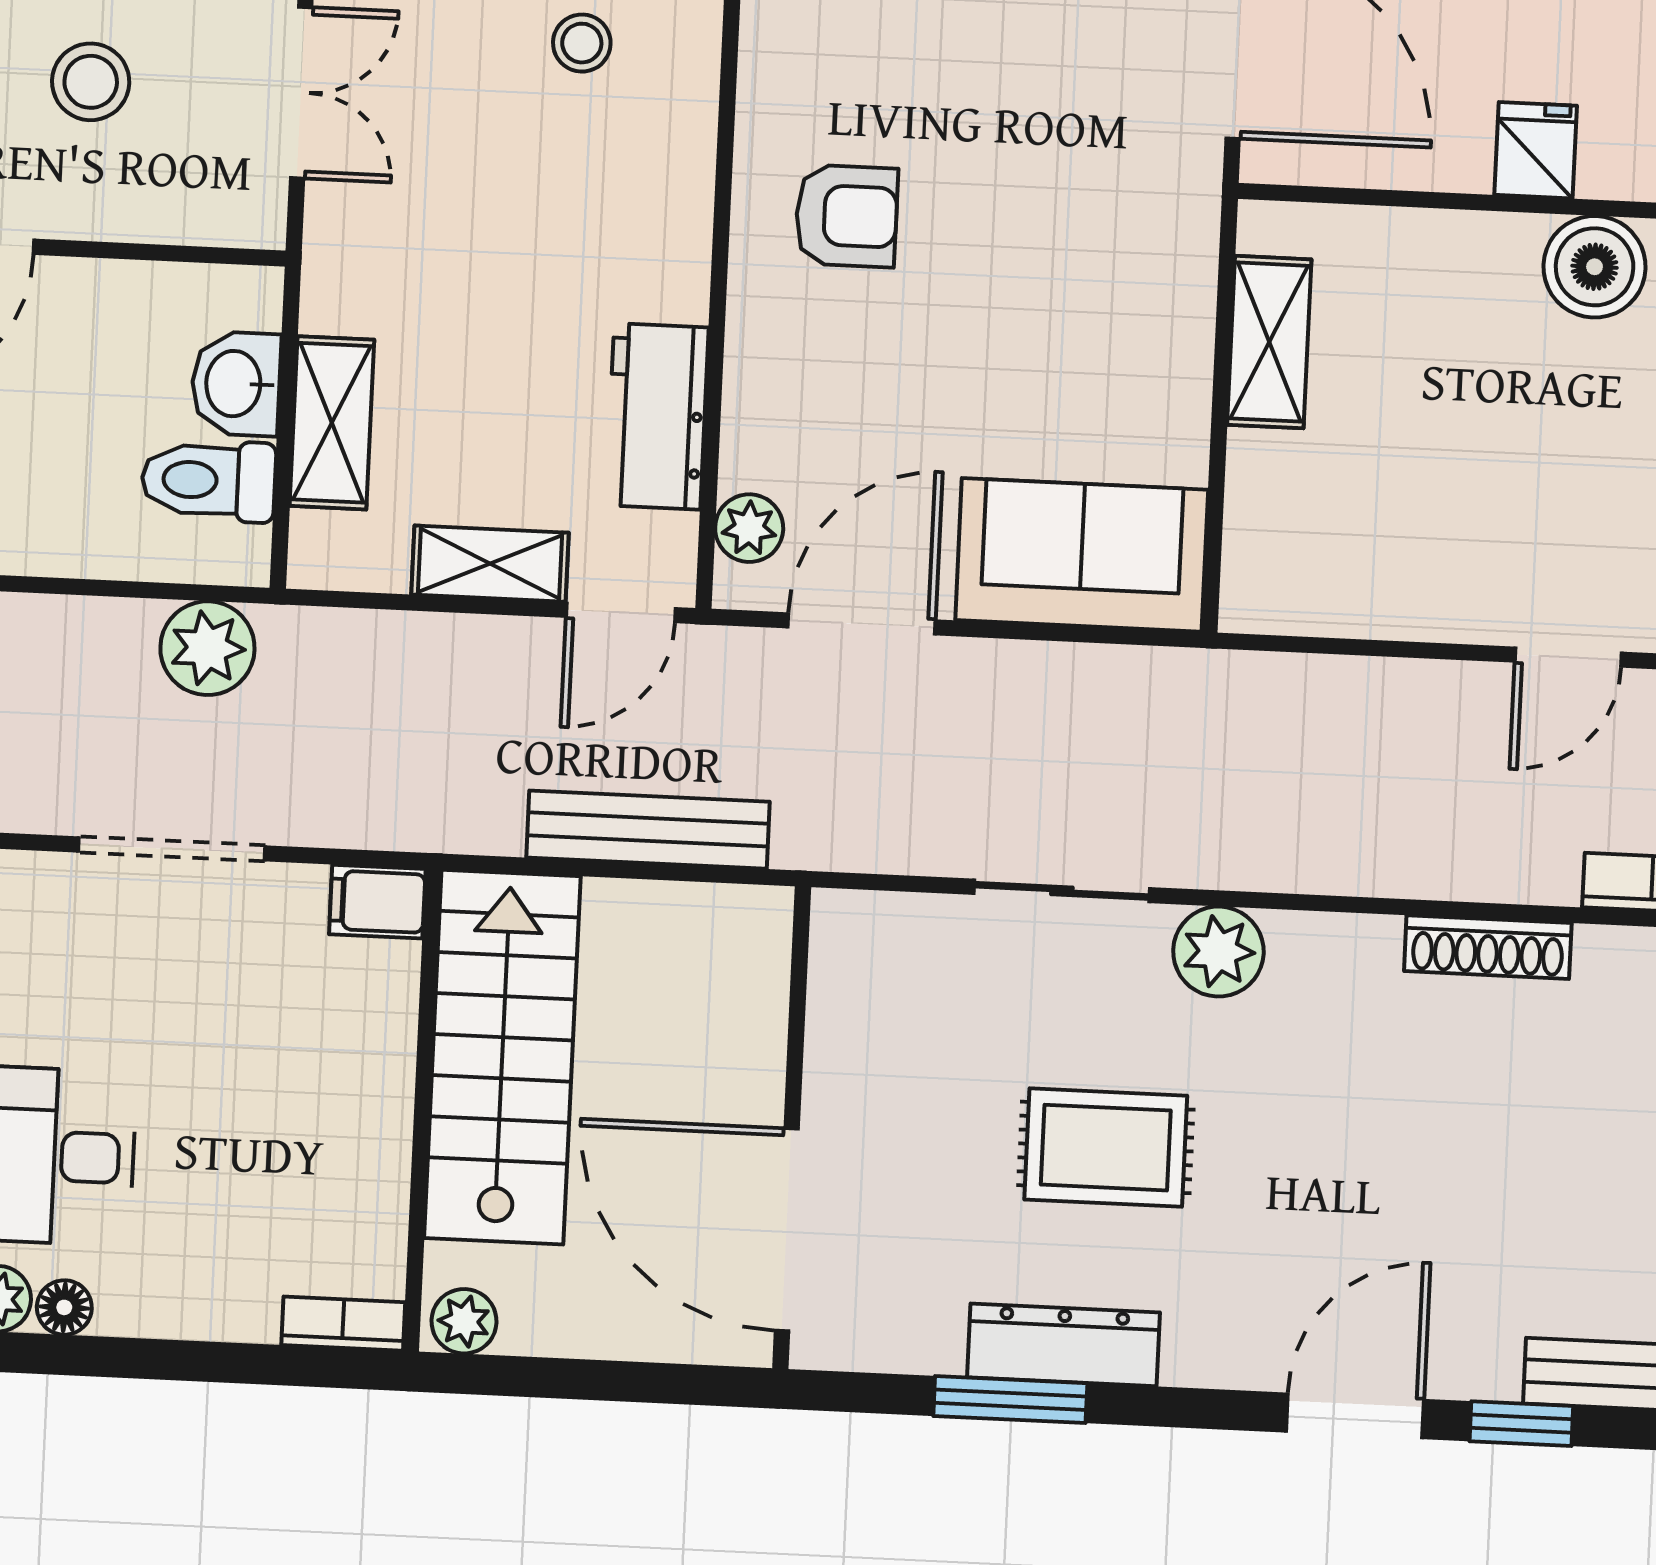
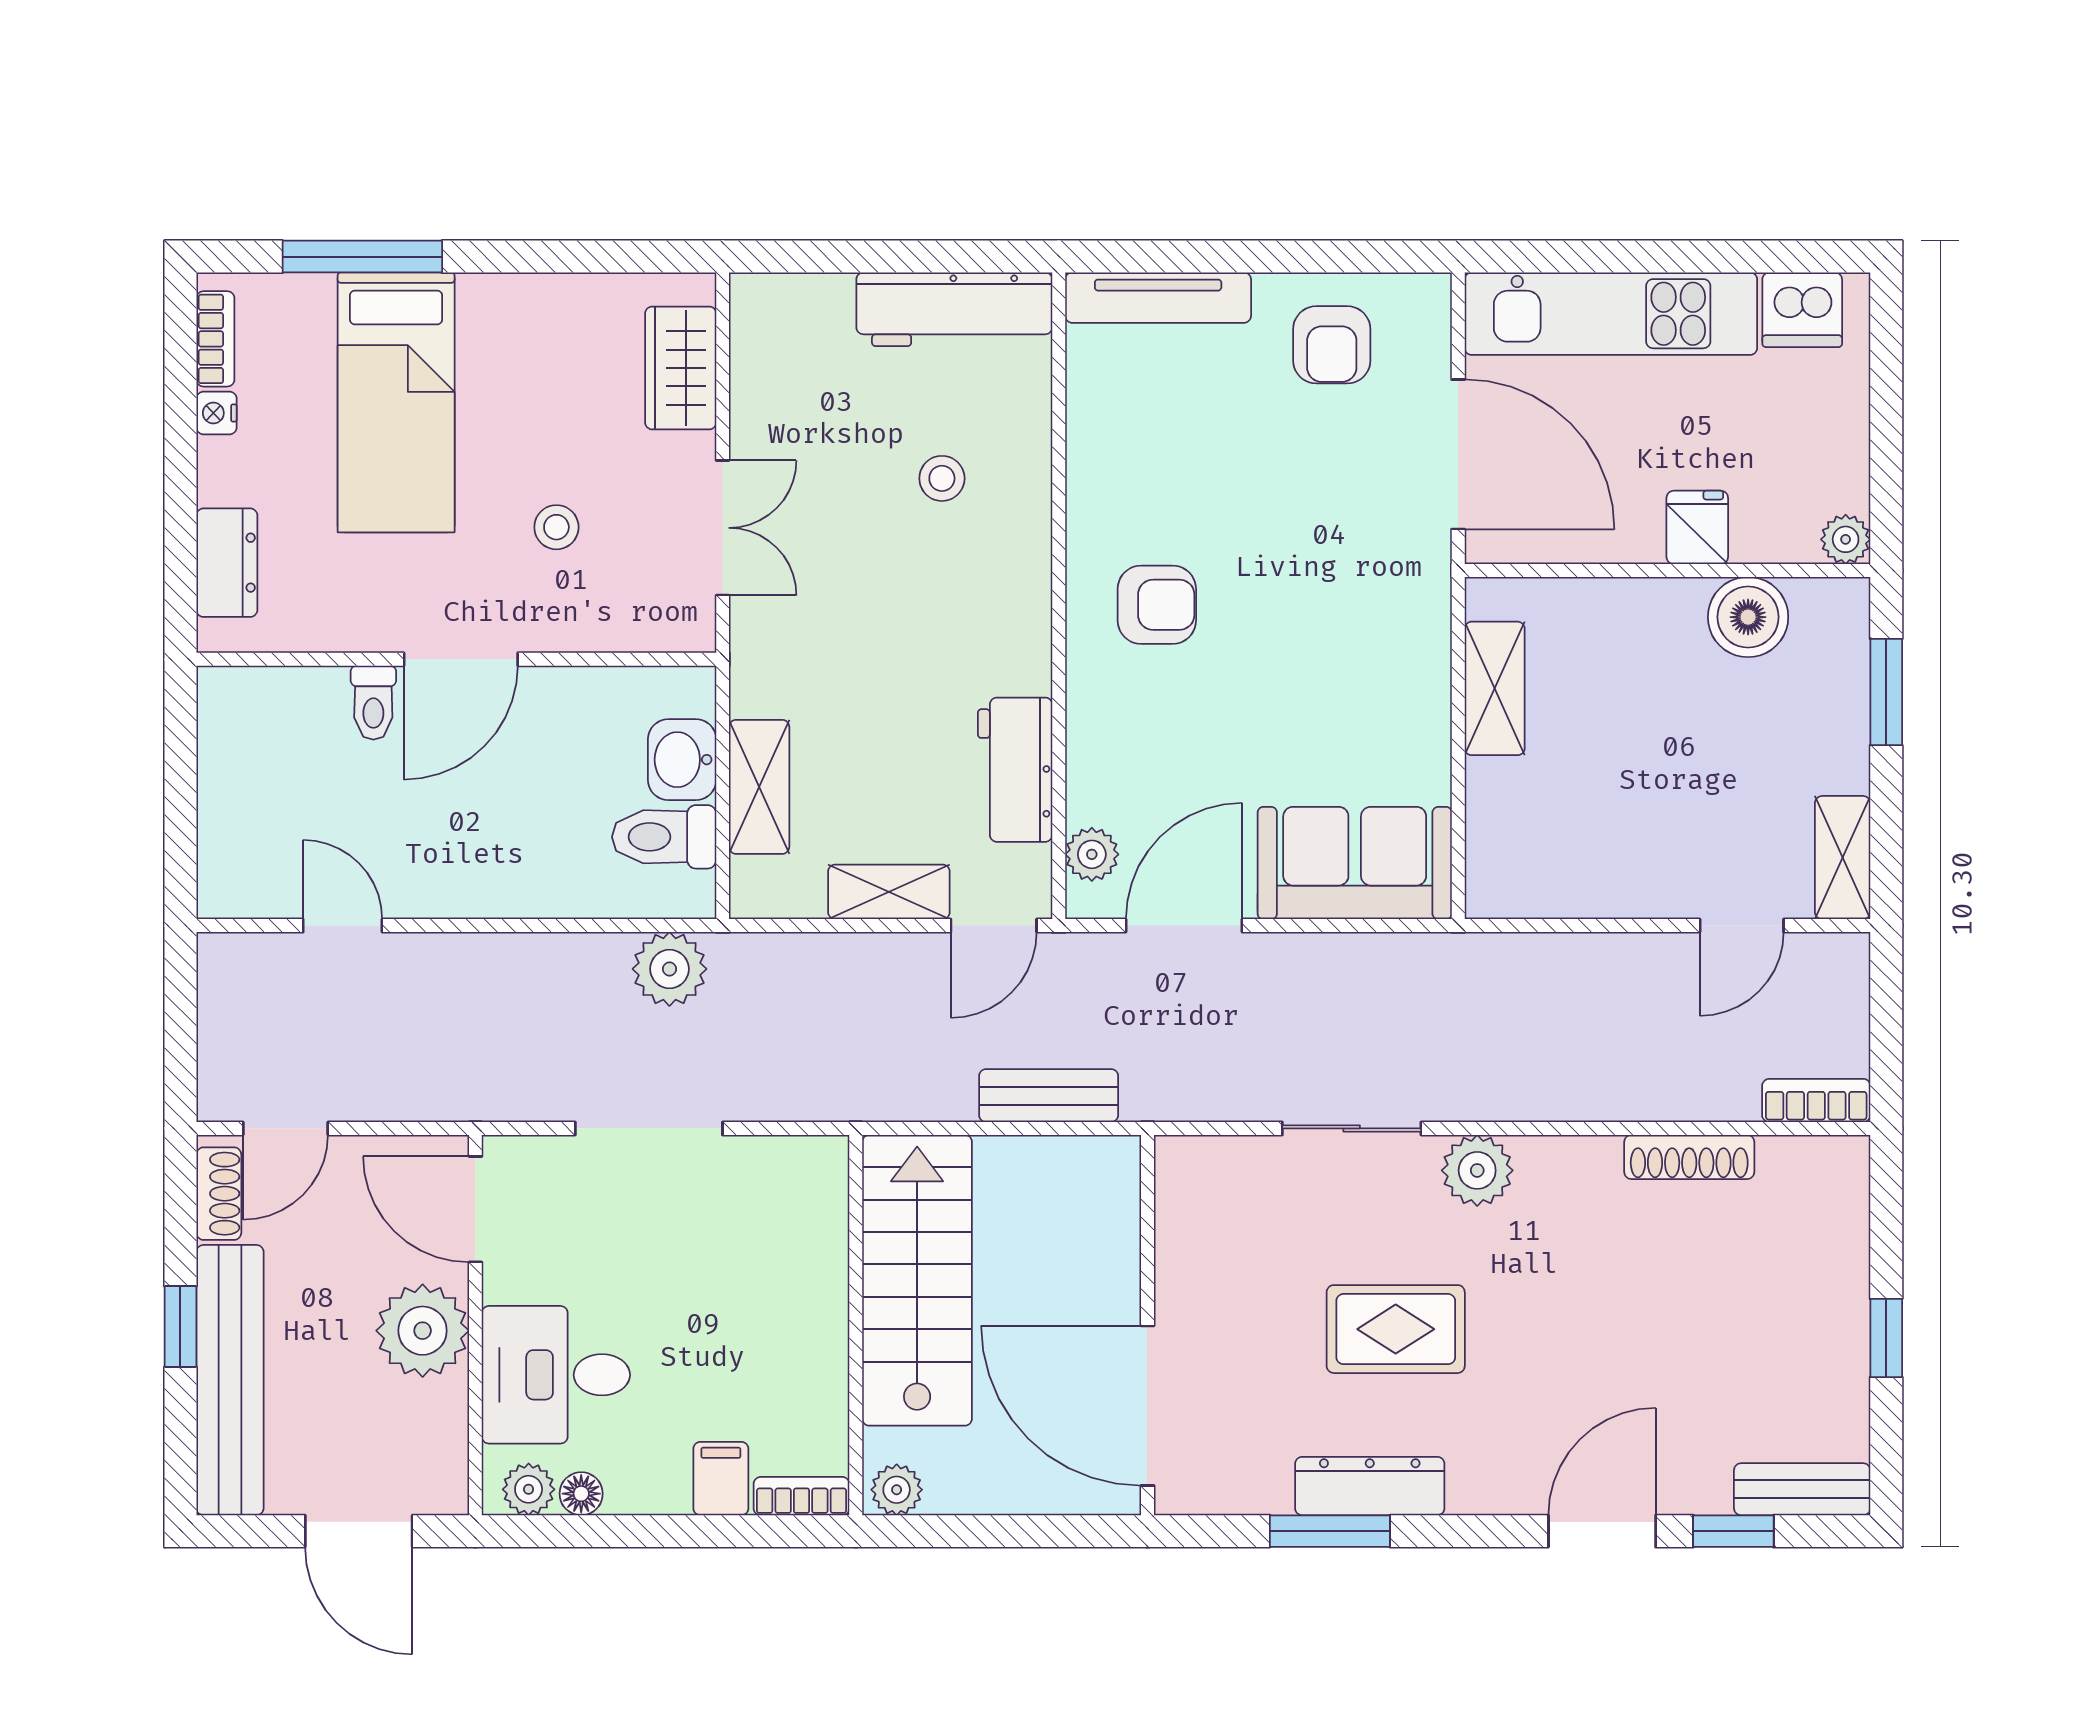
stool: (91, 82) -> (556, 527), width x0.73, depth x0.73
bench: (648, 830) -> (1049, 1096), width x0.73
filing cabinet: (377, 902) -> (721, 1479), moved, turned 90

